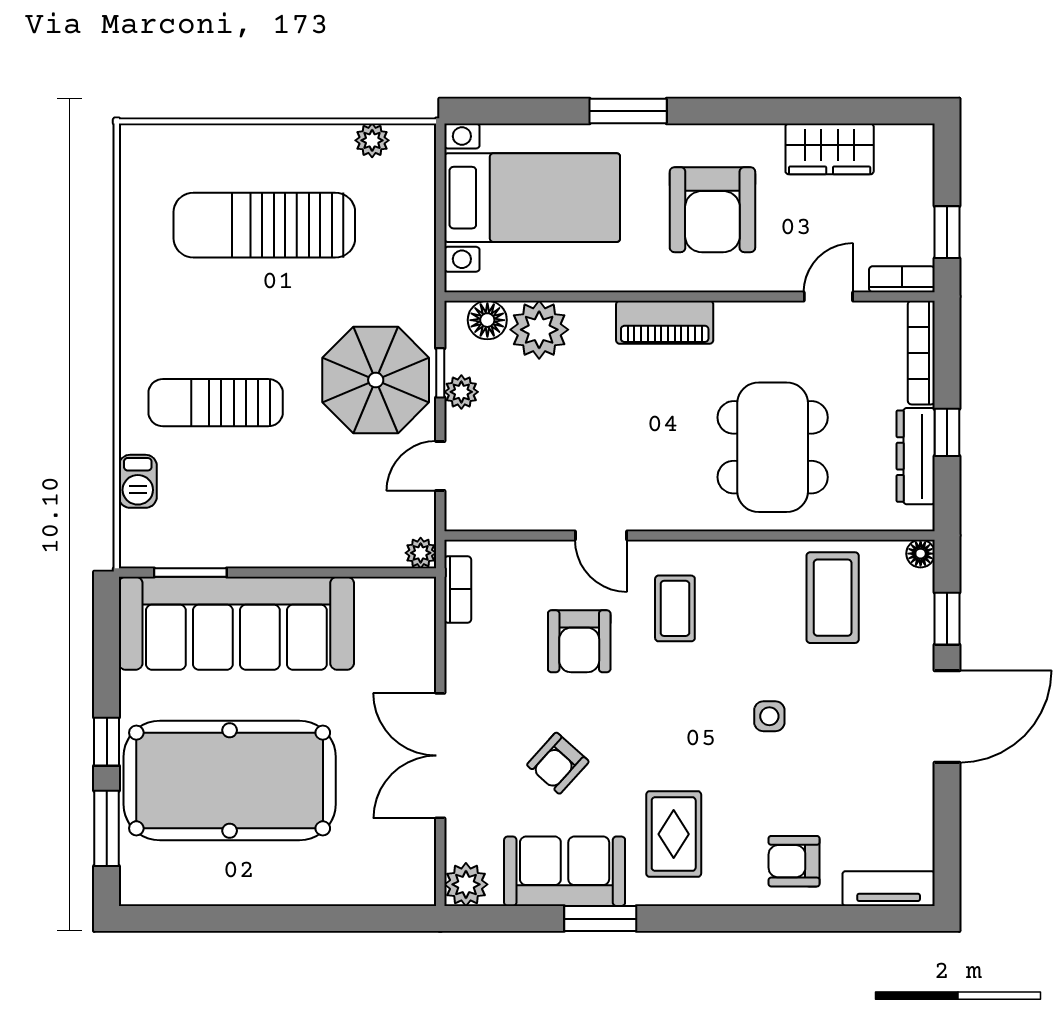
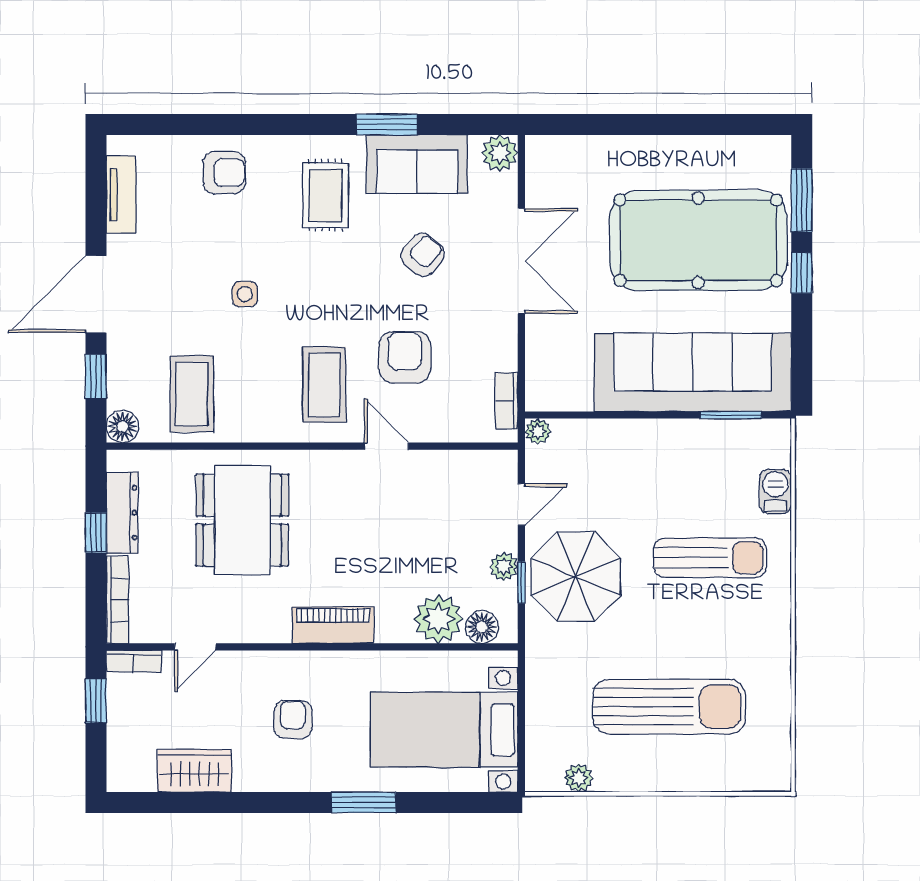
armchair: (712, 210) -> (293, 720), width x0.53, depth x0.53
floor lamp: (921, 554) -> (122, 426), width x1.37, depth x1.37
coffee table: (675, 608) -> (324, 385), width x1.36, depth x1.30
tv unit: (889, 889) -> (121, 194), moved, turned -90

